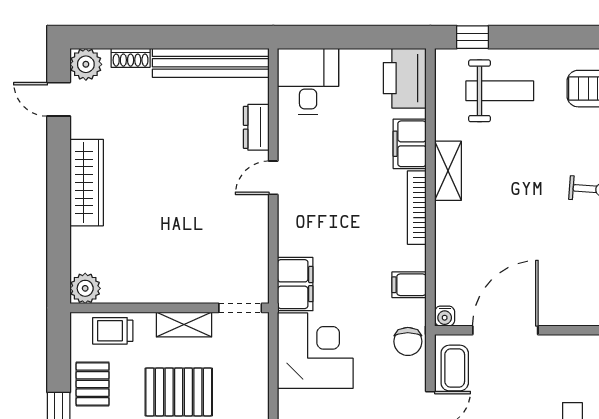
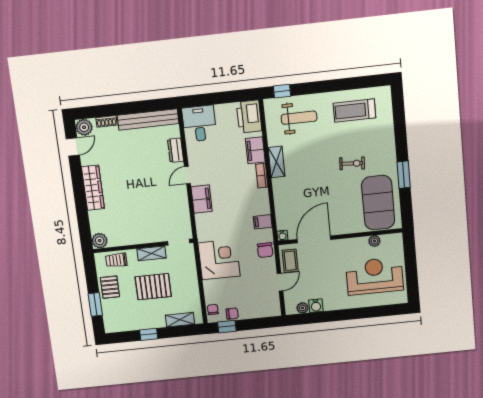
door: (59, 99) -> (73, 147), swing flipped
bookcase: (417, 208) -> (262, 176), width x0.64
filing cabinet: (295, 284) -> (202, 199), moved

